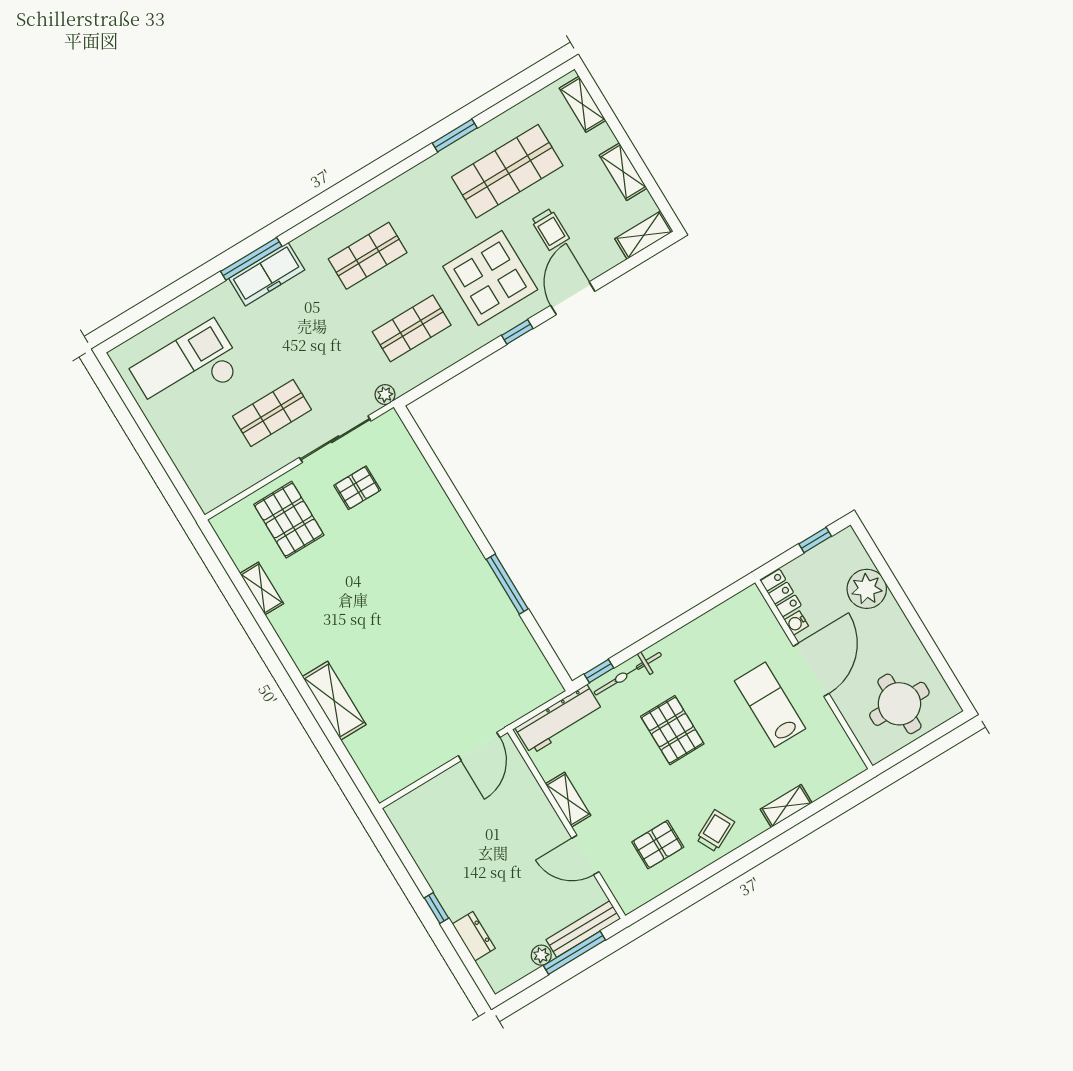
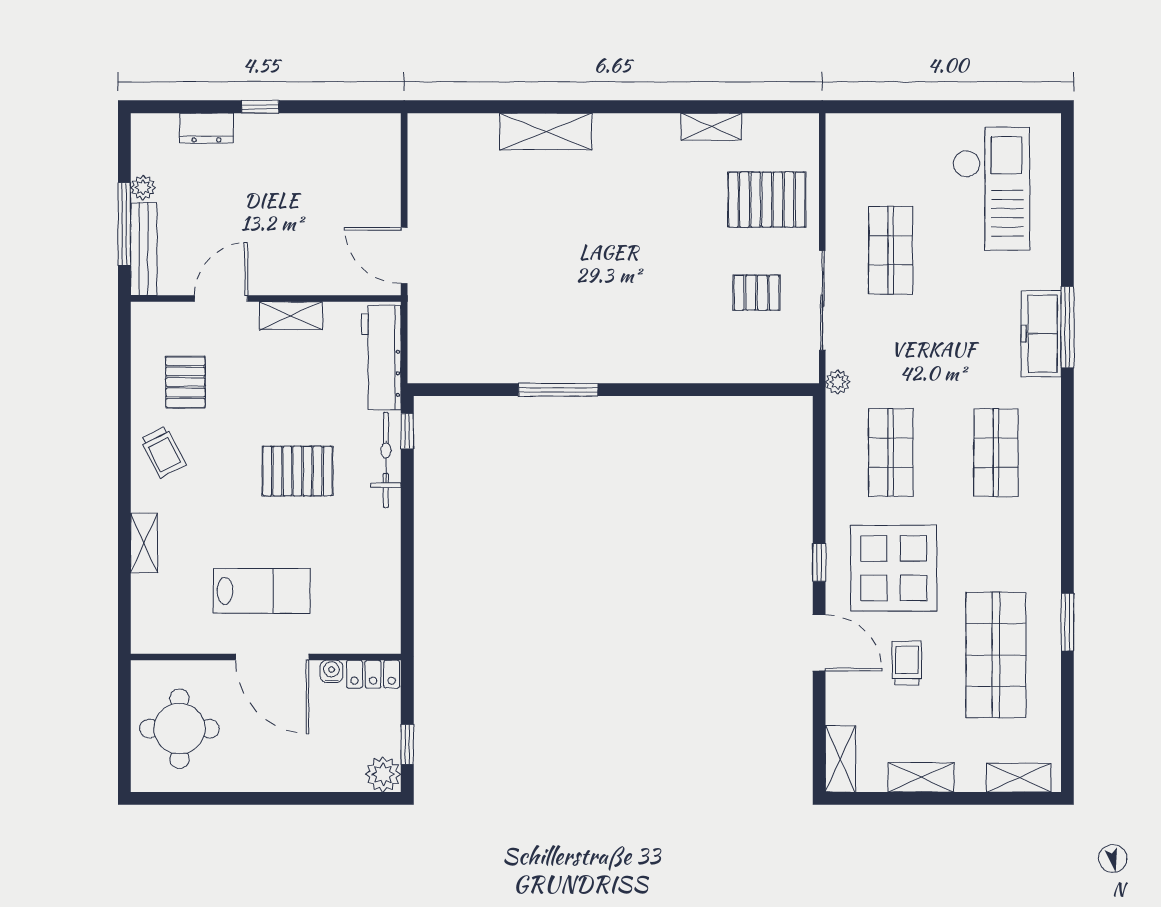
trolley: (550, 229) -> (907, 663), turned 90
pallet: (357, 488) -> (757, 293), turned 90
plant: (867, 589) -> (383, 774), moved, width x0.73, depth x0.73

